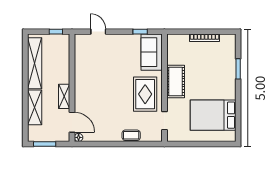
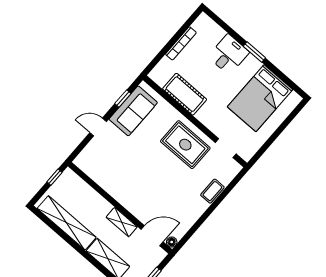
door: (98, 32) -> (98, 127), moved
sofa: (152, 52) -> (133, 111), moved, turned -90
window: (238, 69) -> (254, 52), moved
desk: (223, 73) -> (229, 54), added
cot: (176, 81) -> (185, 94), moved

